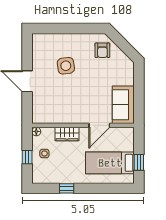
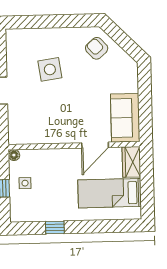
armchair: (102, 50) -> (97, 48), turned 138
wardrobe: (67, 134) -> (131, 162), moved, turned 90
window: (139, 162) -> (147, 192), removed

